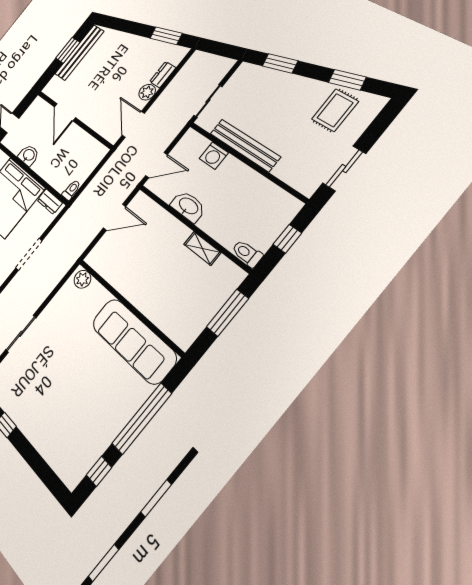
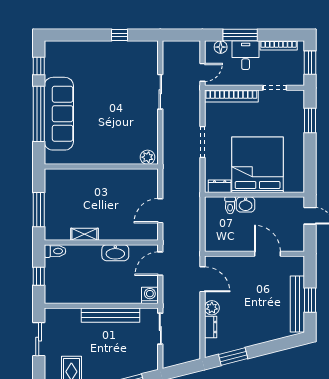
washbasin: (29, 155) -> (246, 204), moved
washing machine: (214, 156) -> (150, 295), moved
toilet: (71, 190) -> (230, 205), moved
sofa: (134, 341) -> (59, 114), moved, turned 90

